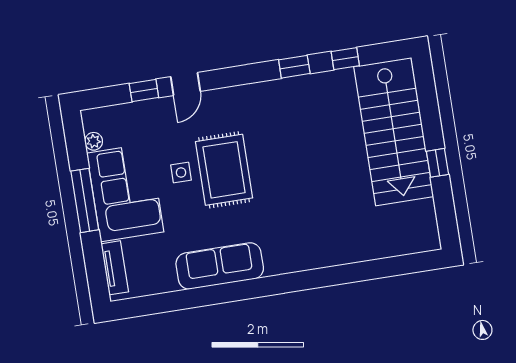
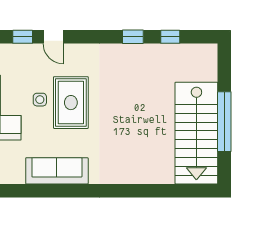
door: (185, 84) -> (53, 37), hinge flipped
stairs: (394, 132) -> (196, 133), moved
window: (438, 163) -> (224, 122), width x3.17

